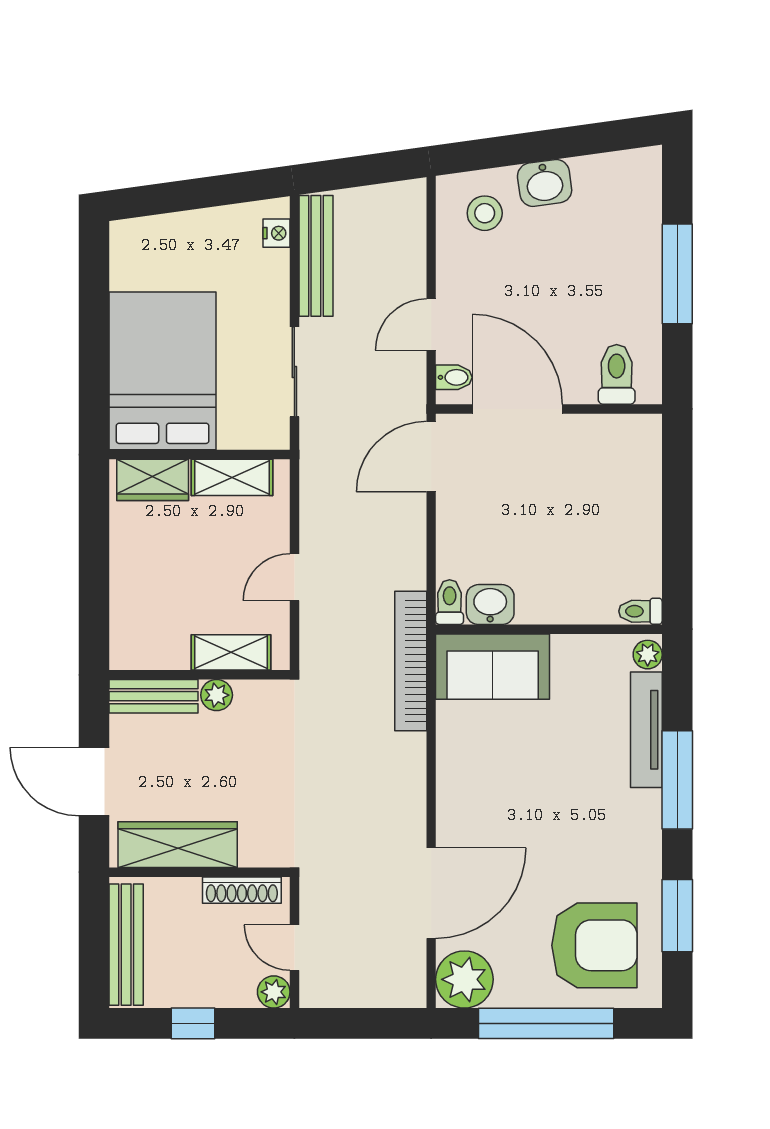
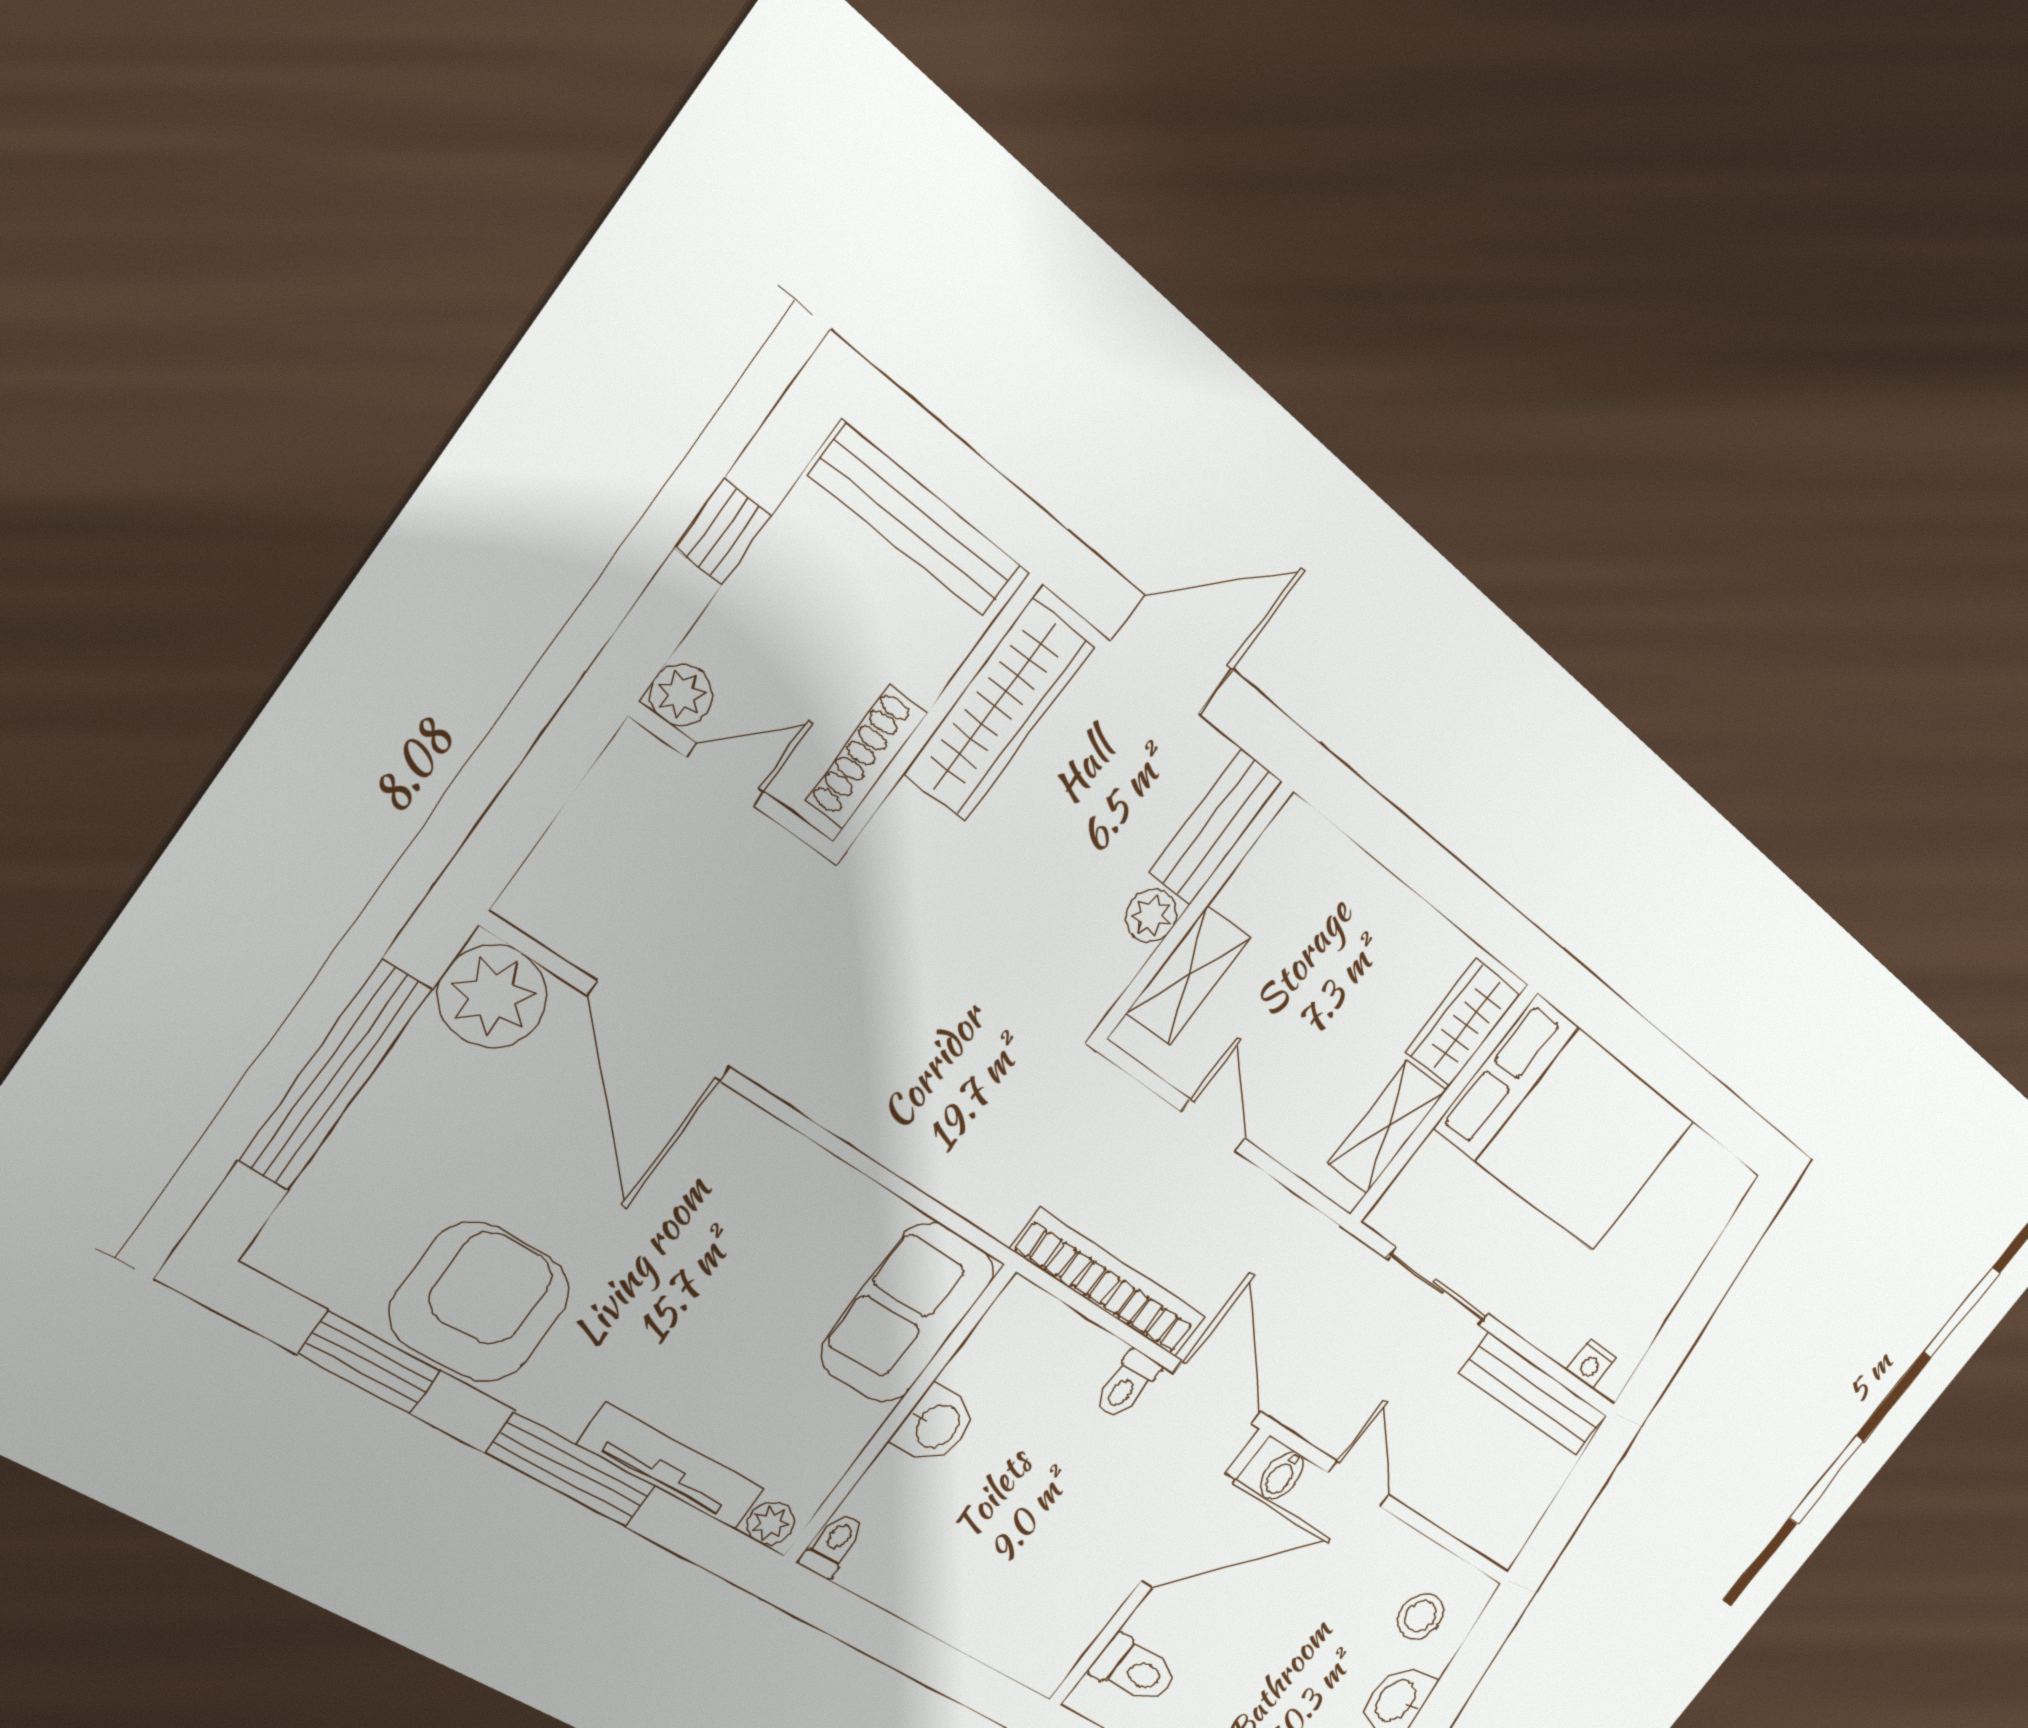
toilet: (450, 602) -> (1126, 1385), moved, turned 90
washbasin: (490, 605) -> (936, 1425), moved
bookcase: (411, 661) -> (1108, 1283), moved
armchair: (594, 945) -> (480, 1303), moved, turned 180

